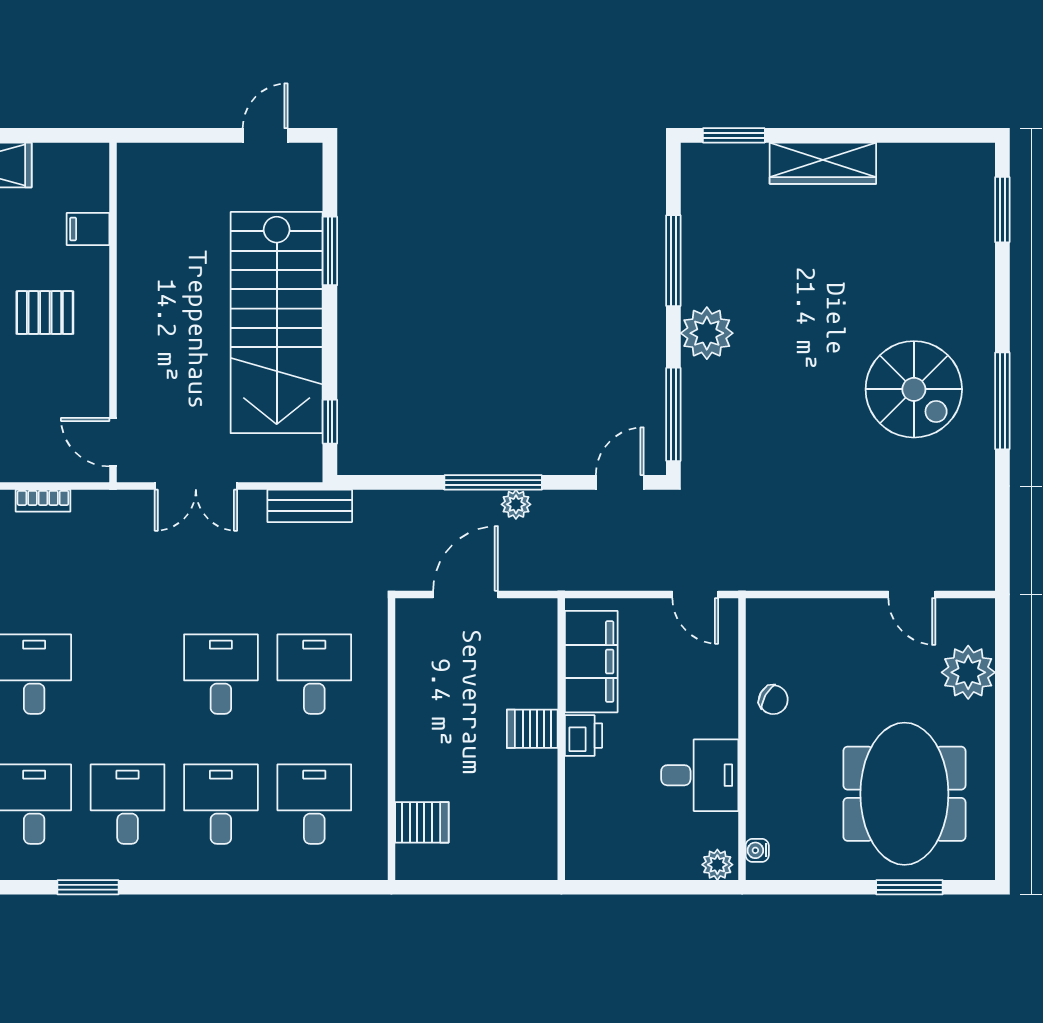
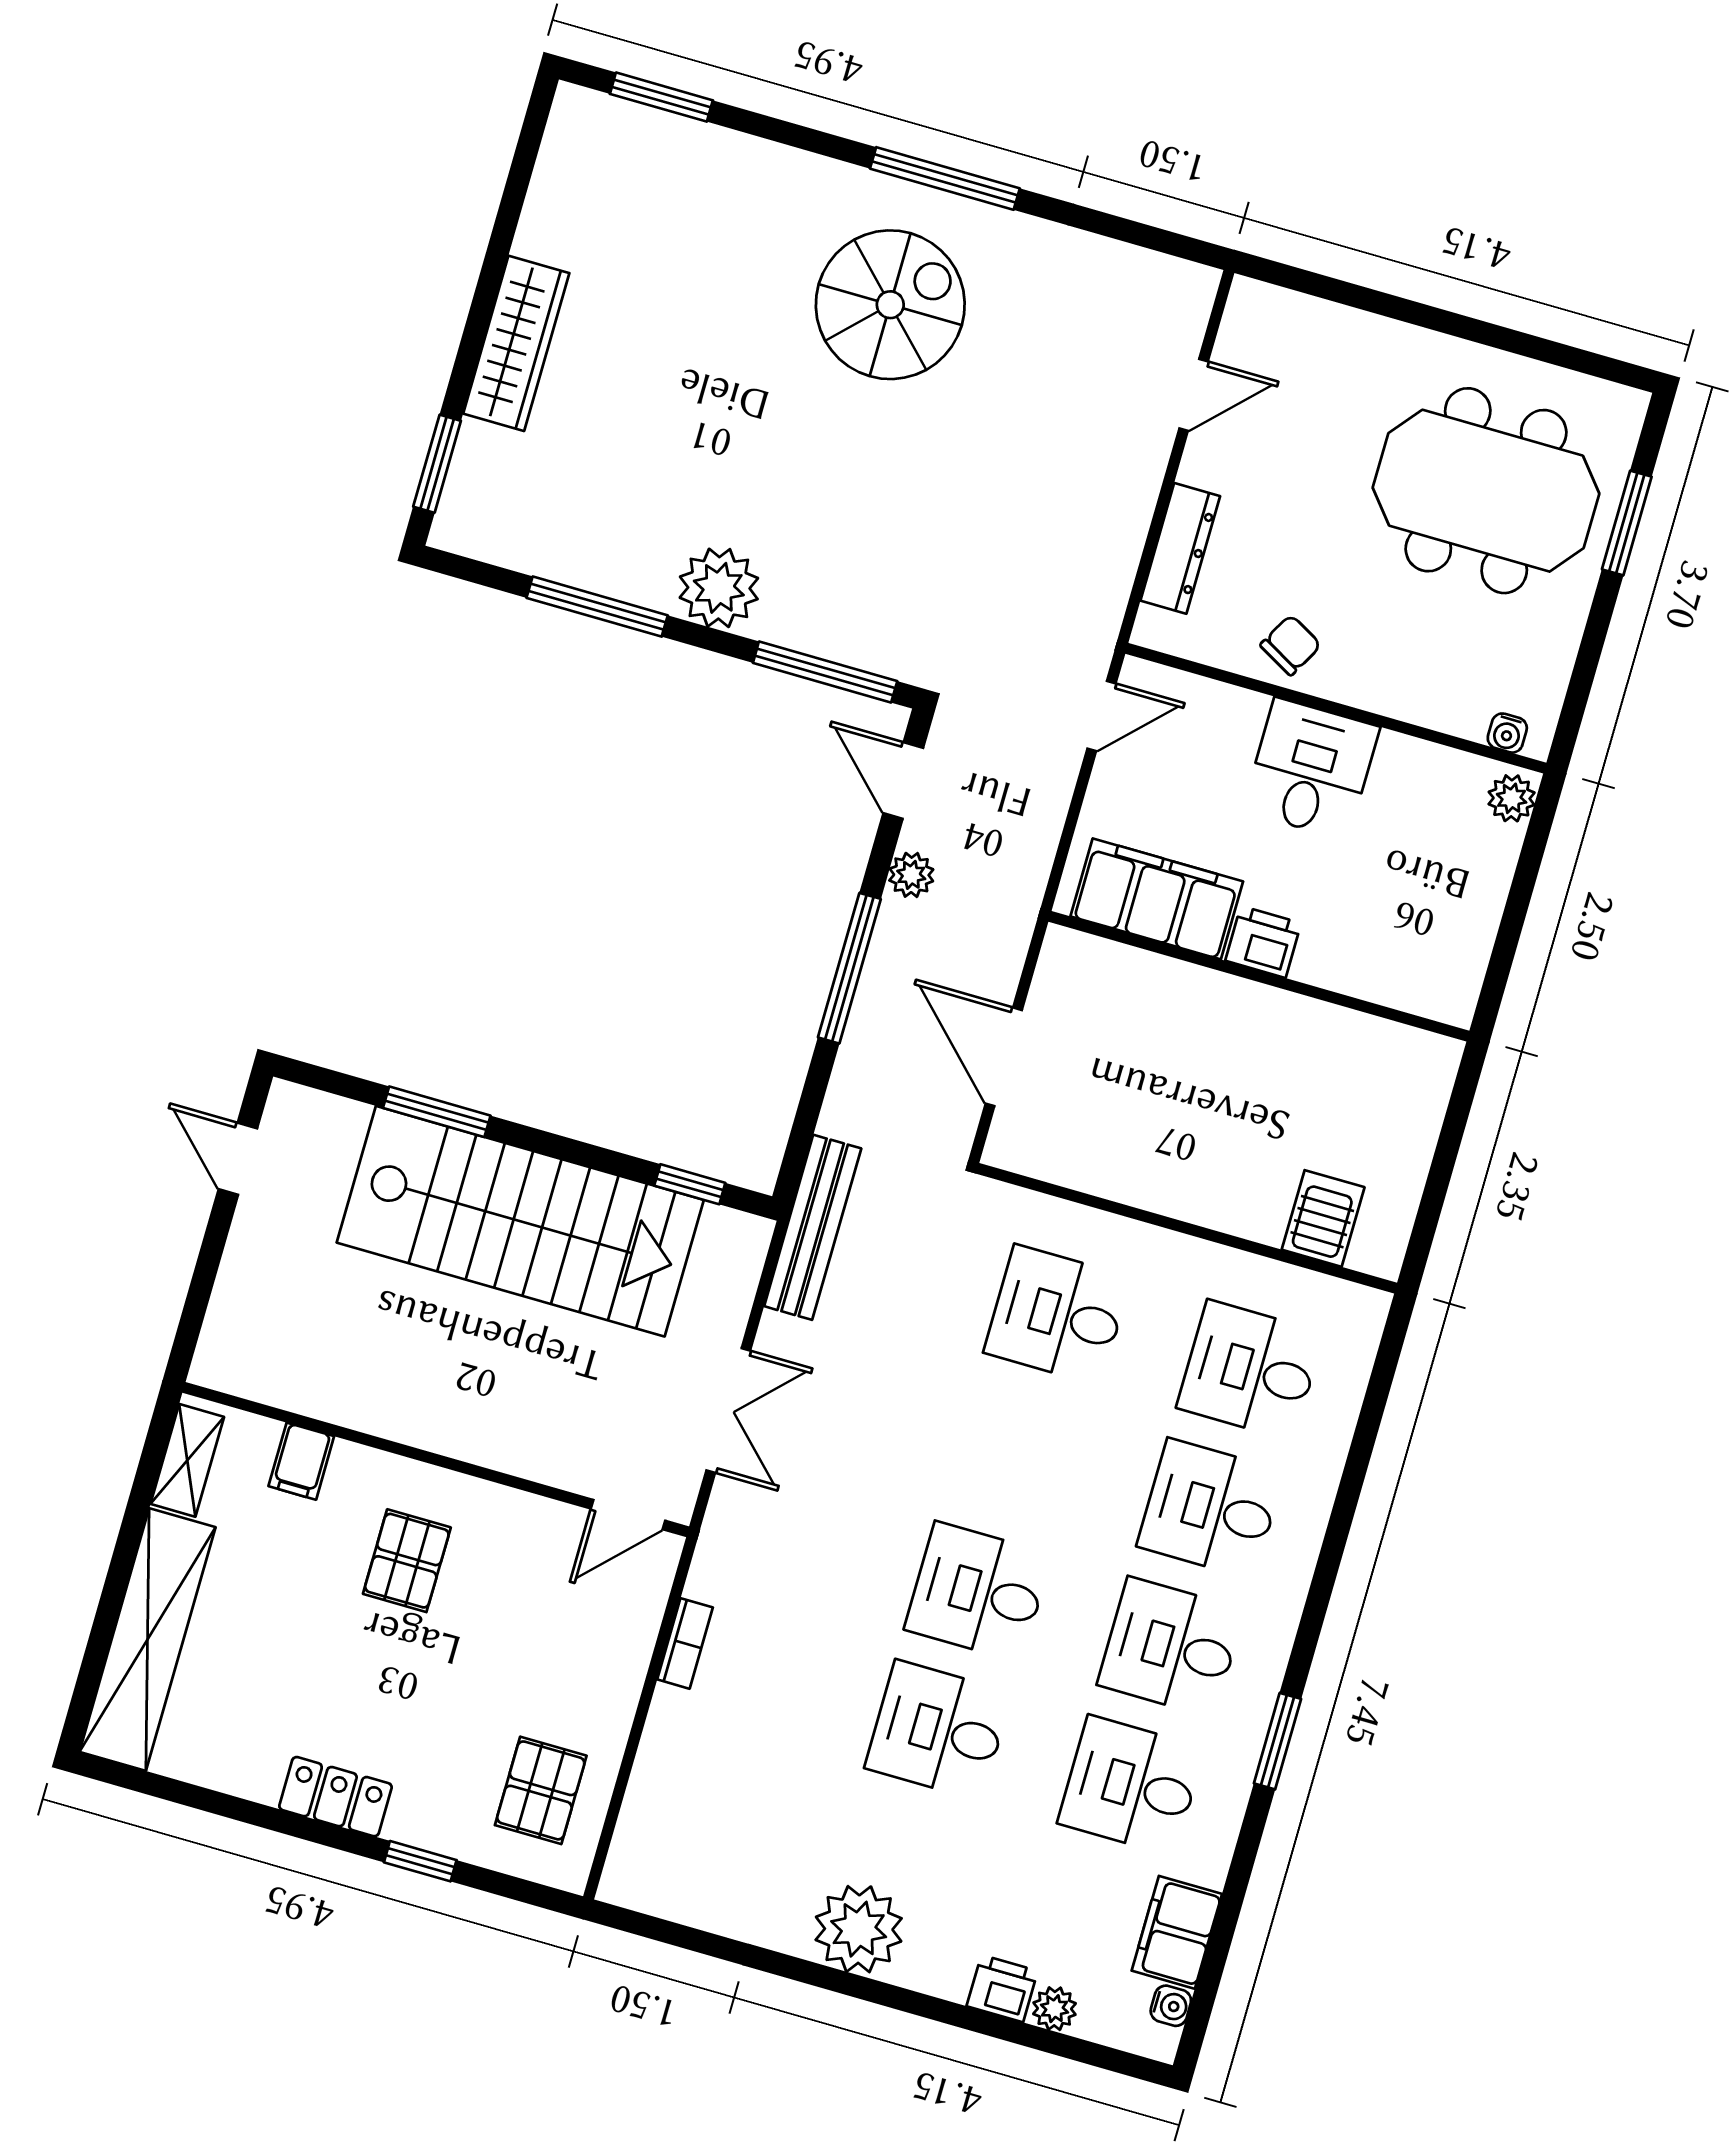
shelving: (68, 158) -> (187, 1460), added
plant: (516, 504) -> (911, 875), moved
bench: (310, 506) -> (813, 1227), width x1.36
dresser: (814, 614) -> (1180, 548), added
plant: (968, 672) -> (1333, 344), removed
desk: (221, 674) -> (978, 1592), moved
server rack: (532, 729) -> (1231, 1015), removed
desk: (700, 775) -> (1311, 769), moved

